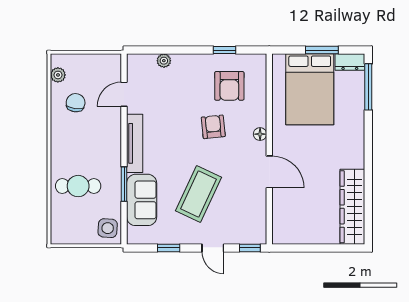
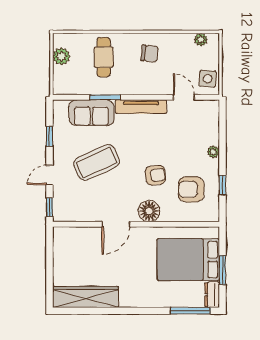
plant: (164, 61) -> (213, 152), moved
chair: (76, 103) -> (150, 53), moved
floor lamp: (260, 134) -> (149, 211), width x1.89, depth x1.89
coffee table: (199, 194) -> (97, 162), turned -49
side table: (108, 228) -> (208, 79), moved
plant: (77, 234) -> (61, 56), added

